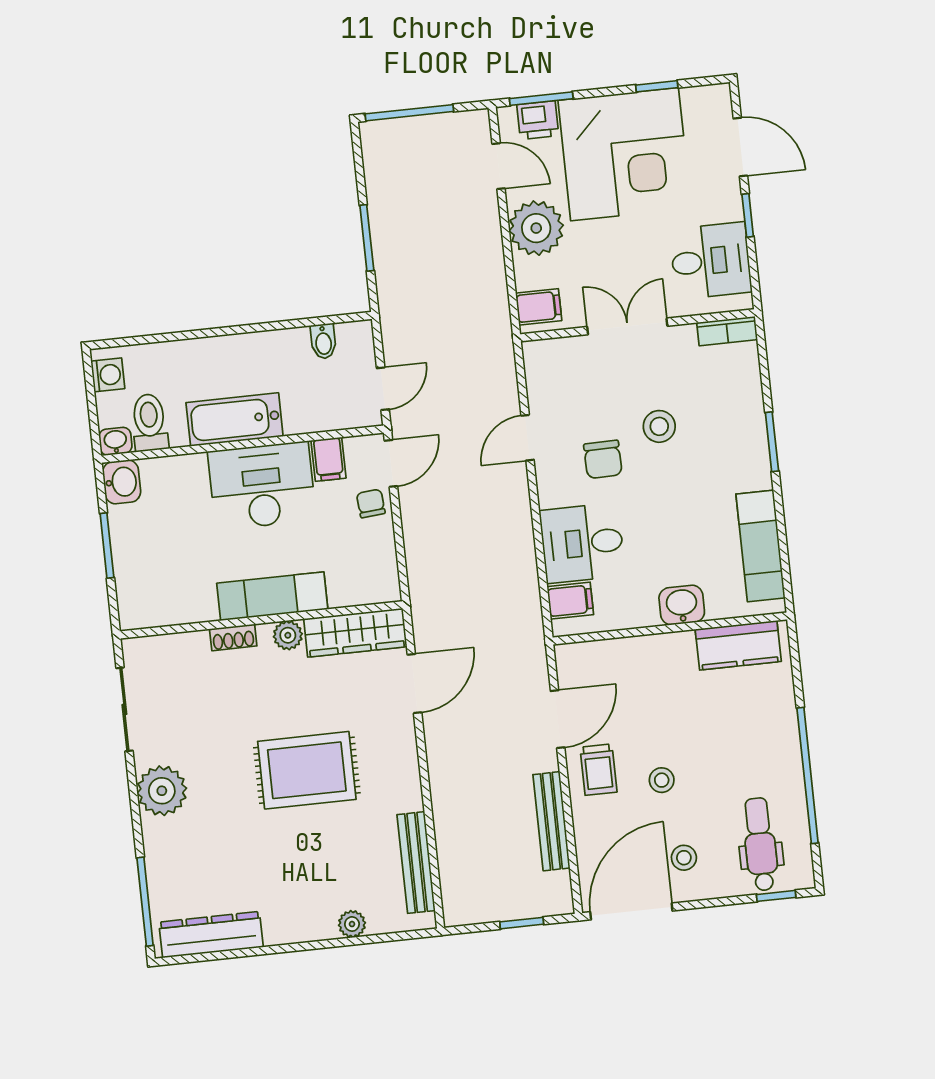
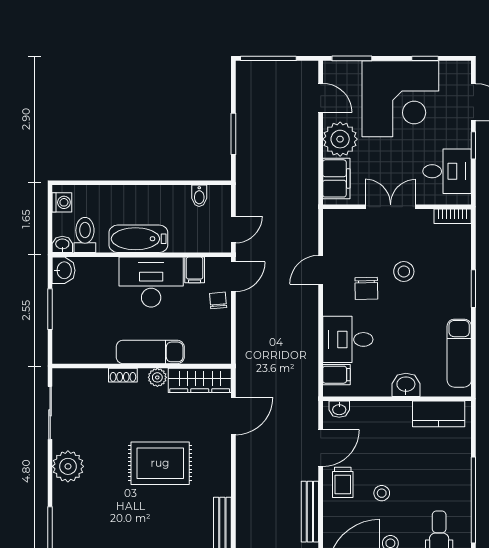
printer: (538, 120) -> (348, 72), removed
filing cabinet: (539, 307) -> (336, 178), width x2.00
washbasin: (580, 655) -> (339, 409), added

